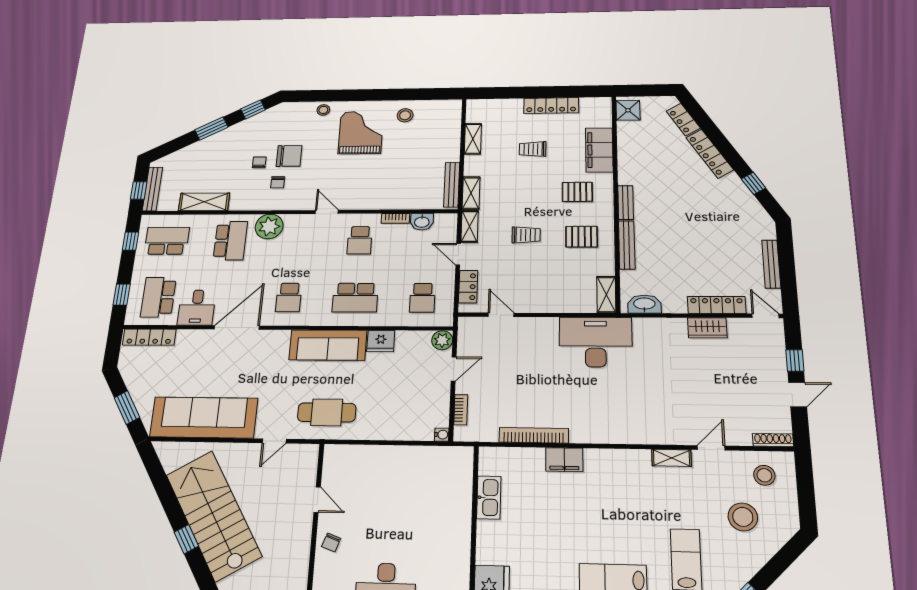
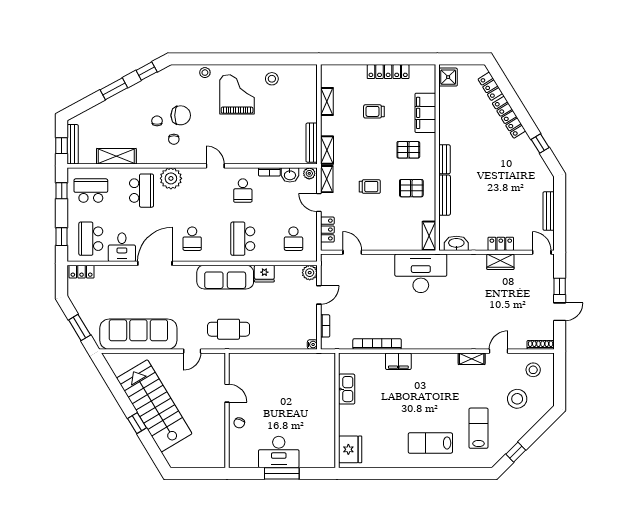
plant: (447, 220) -> (309, 173), added
school desk: (355, 298) -> (243, 239), turned 90
locker: (717, 305) -> (501, 244), width x0.66
locker: (149, 337) -> (82, 272), width x0.66

